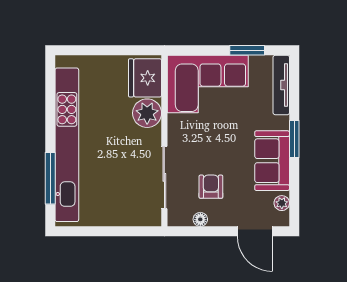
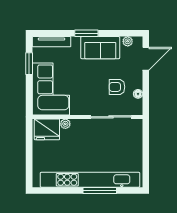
plant: (147, 113) -> (65, 124), width x0.53, depth x0.53
window: (50, 178) -> (100, 190), moved

